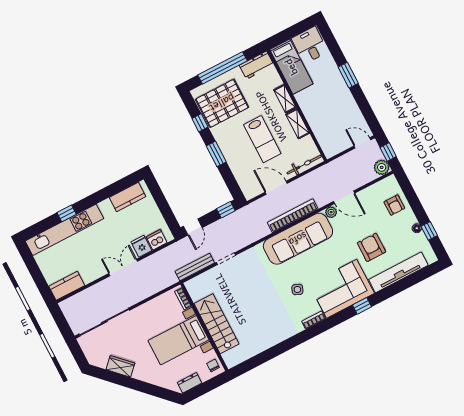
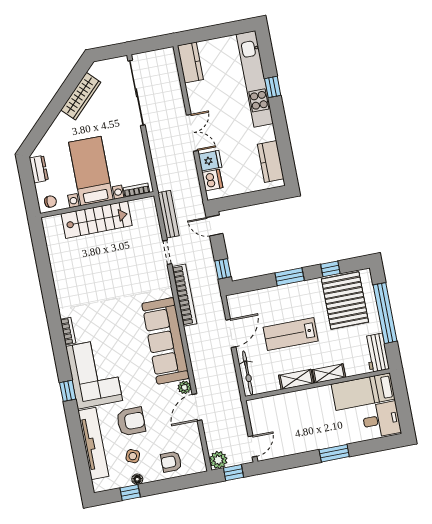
bookcase: (293, 216) -> (184, 295), moved
side table: (297, 290) -> (133, 456), moved
wardrobe: (120, 366) -> (81, 96), width x1.50

